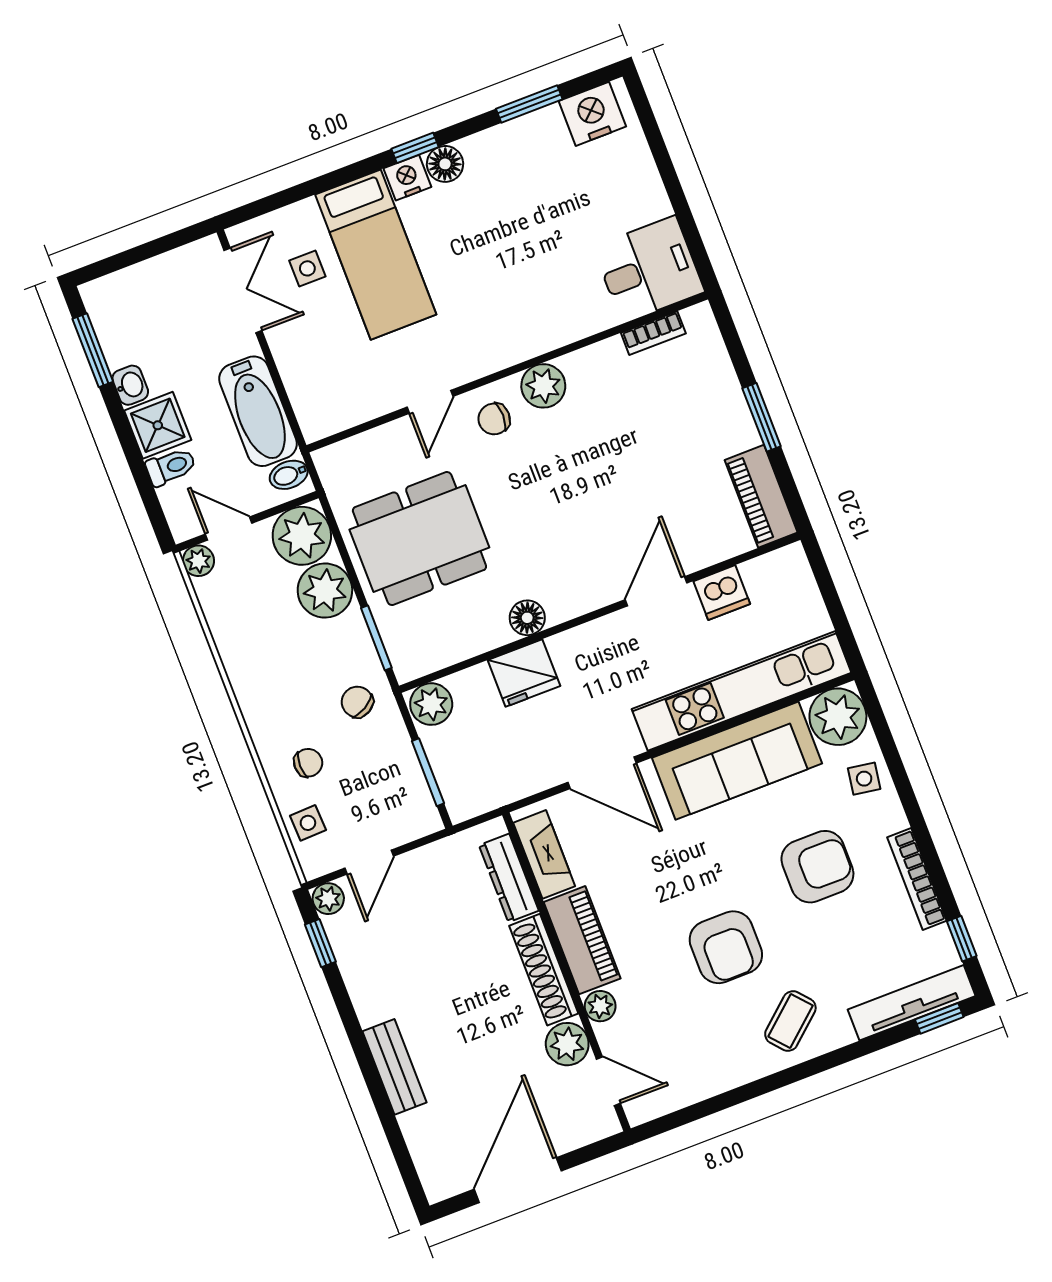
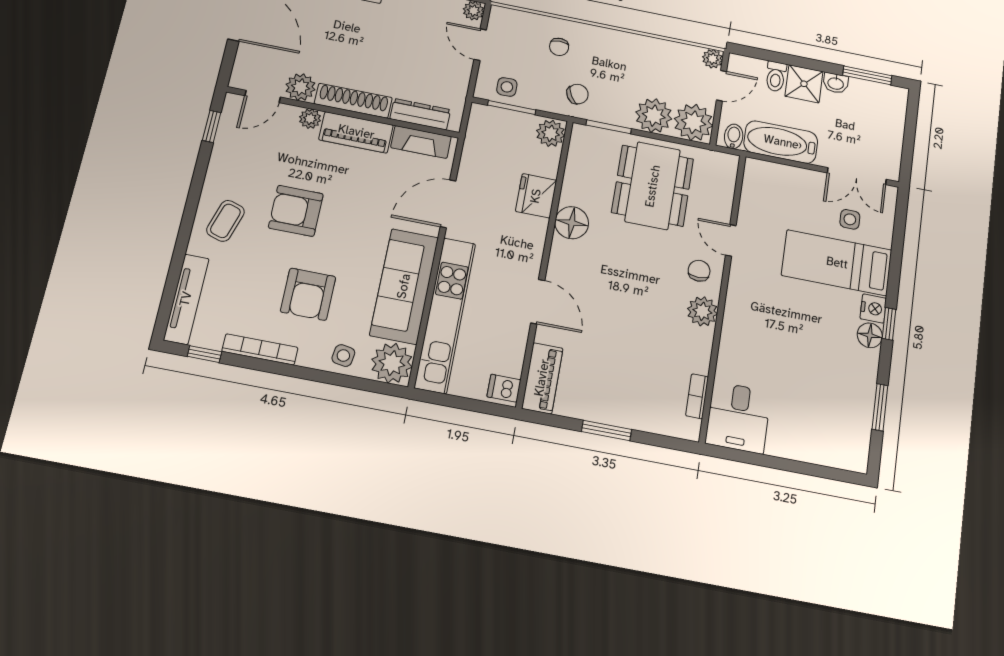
nightstand: (592, 114) -> (854, 442), removed
piano: (761, 496) -> (542, 378), moved, turned 90
dishwasher: (722, 593) -> (504, 388), moved, width x0.73
floor lamp: (527, 618) -> (572, 223), width x1.38, depth x1.38
side table: (308, 823) -> (507, 87), moved
window: (939, 1018) -> (212, 126), moved
coffee table: (790, 1021) -> (225, 221), turned 58

